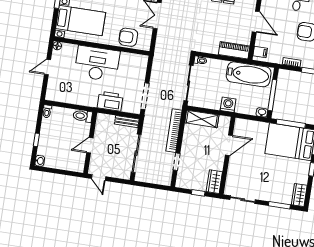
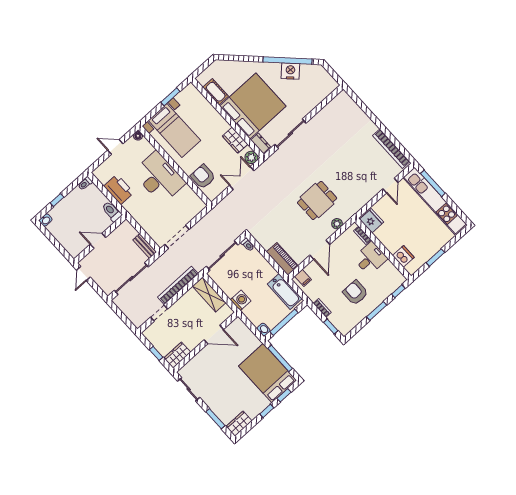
bathtub: (249, 74) -> (285, 291), width x0.73, depth x0.73
printer: (110, 101) -> (119, 189), moved

